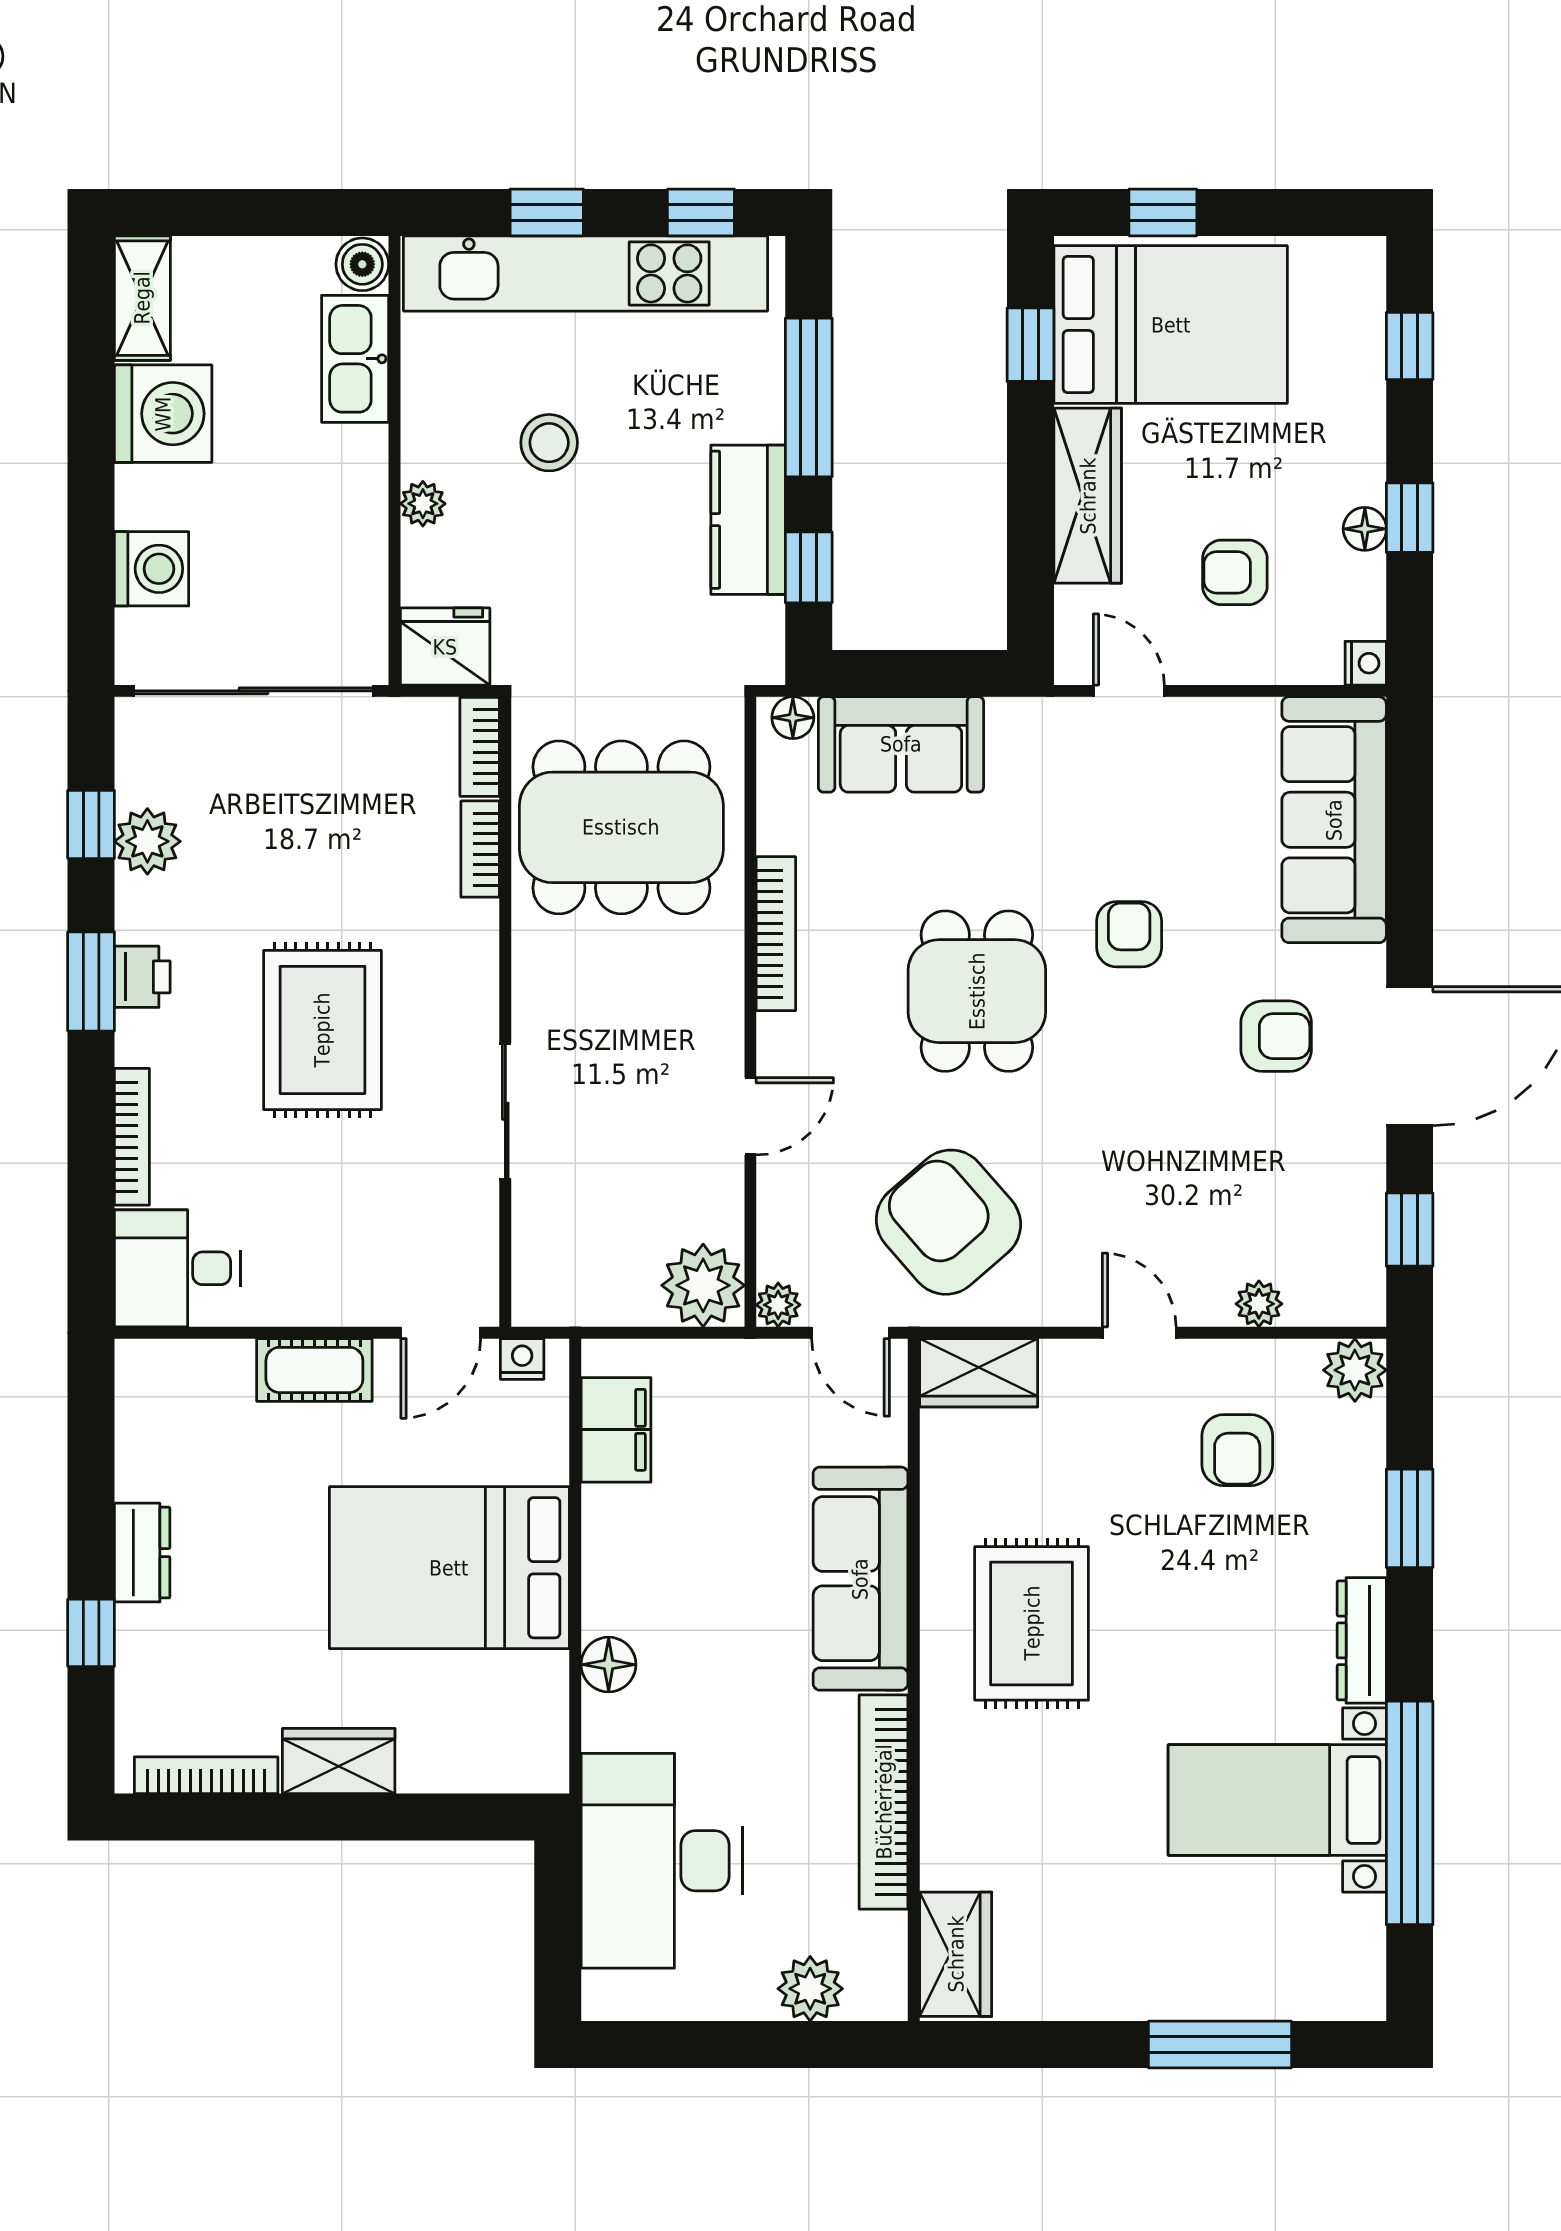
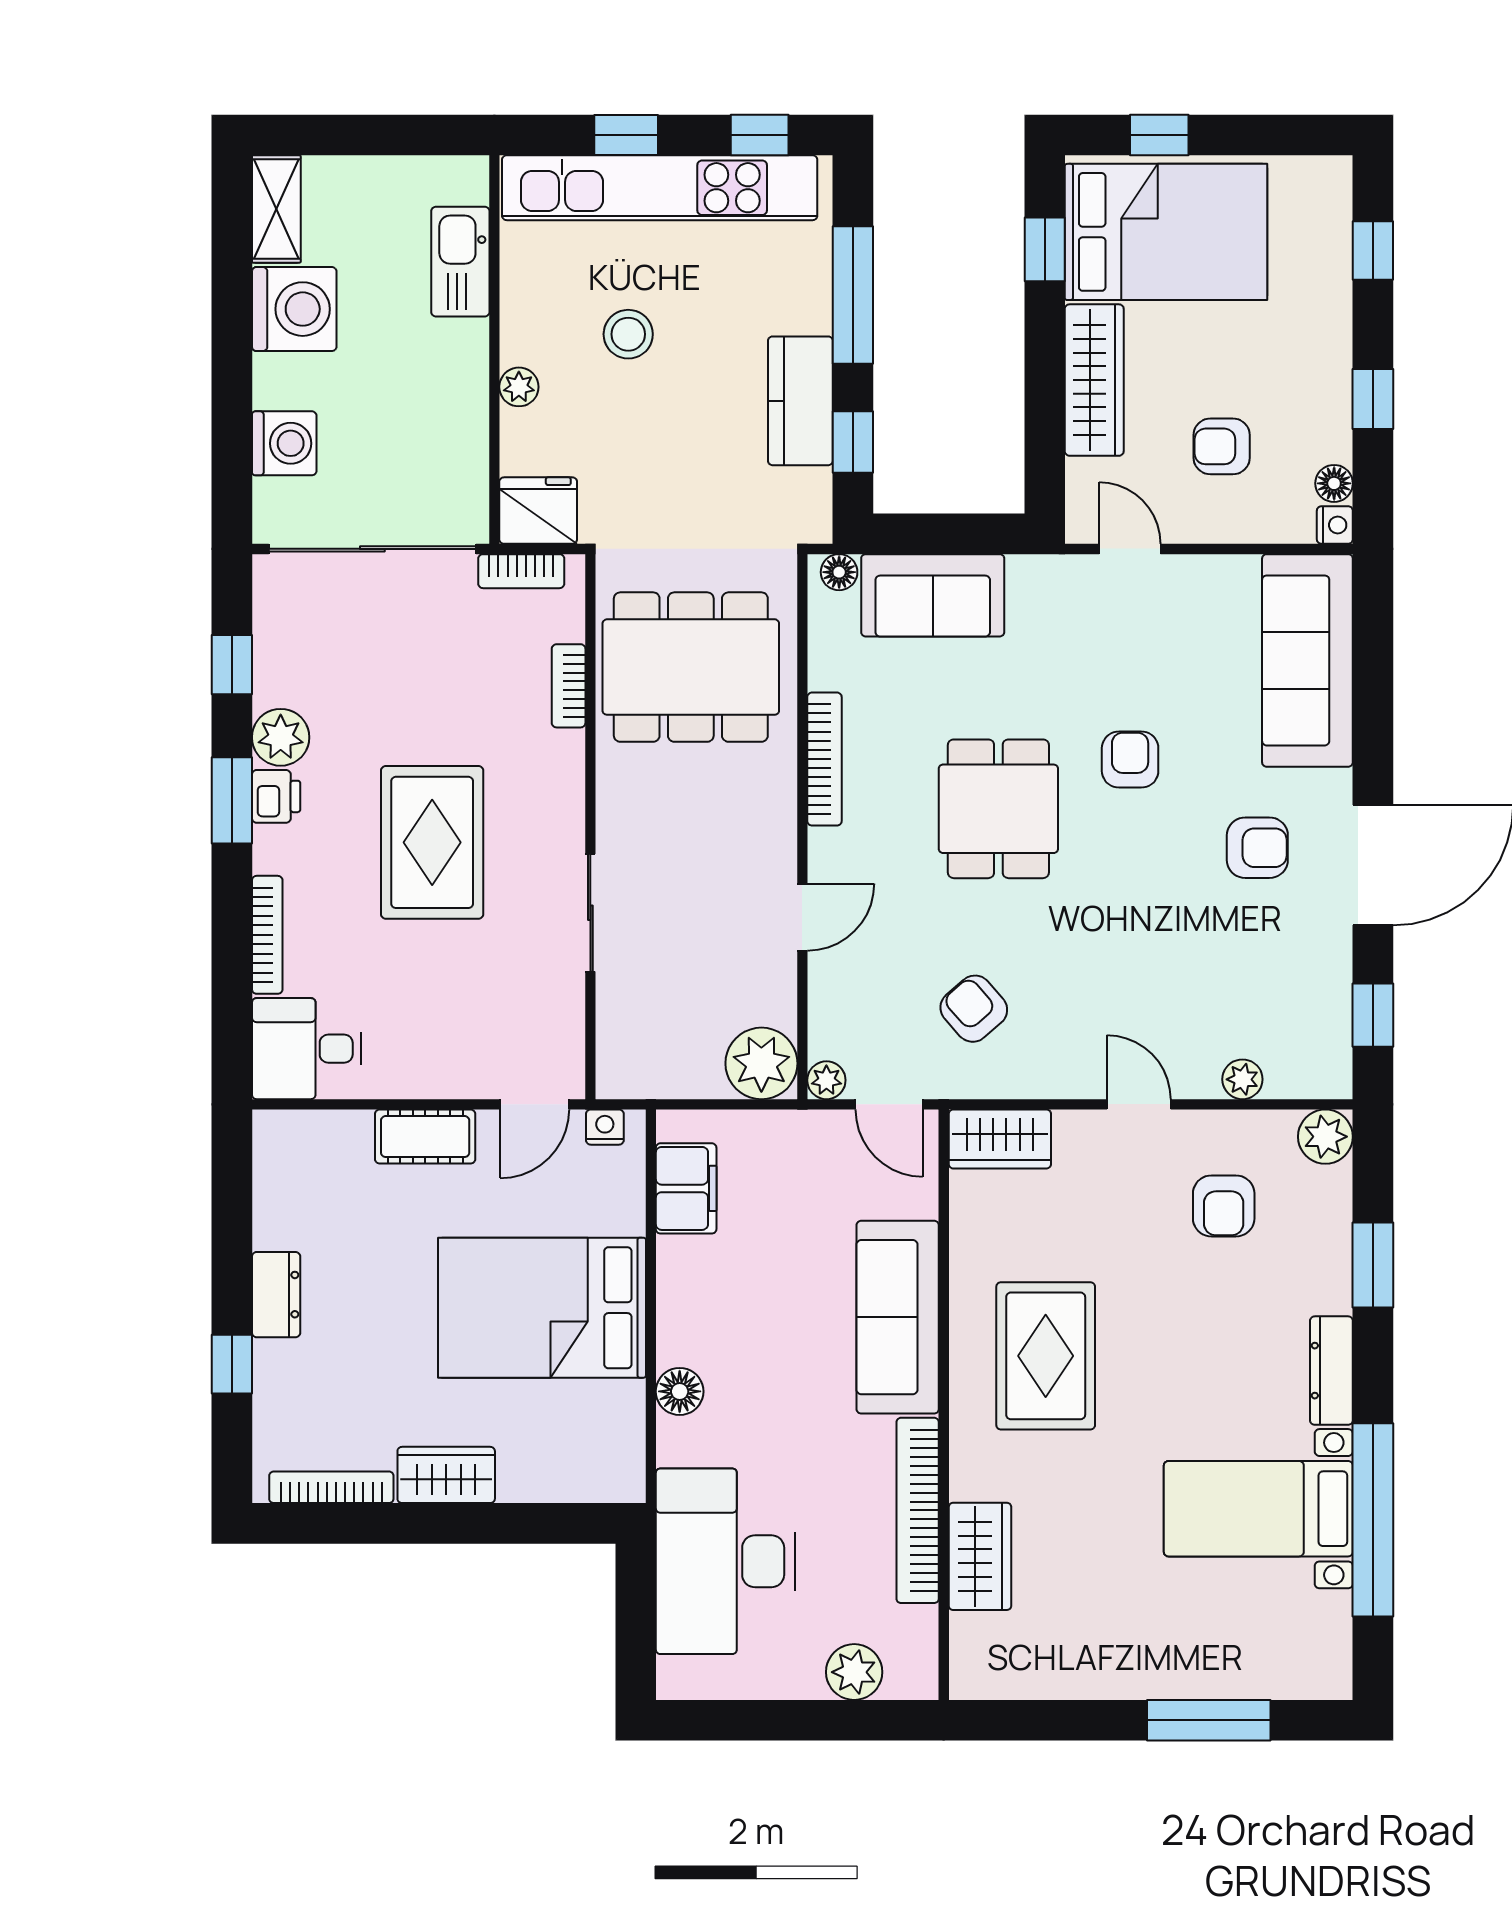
boiler: (362, 264) -> (467, 180), removed
floor lamp: (1365, 529) -> (1334, 483), moved
bookcase: (480, 747) -> (521, 571), moved, turned -90
plant: (147, 841) -> (281, 737), moved
armchair: (948, 1222) -> (974, 1009), width x0.53, depth x0.53
wardrobe: (956, 1954) -> (980, 1556), moved

